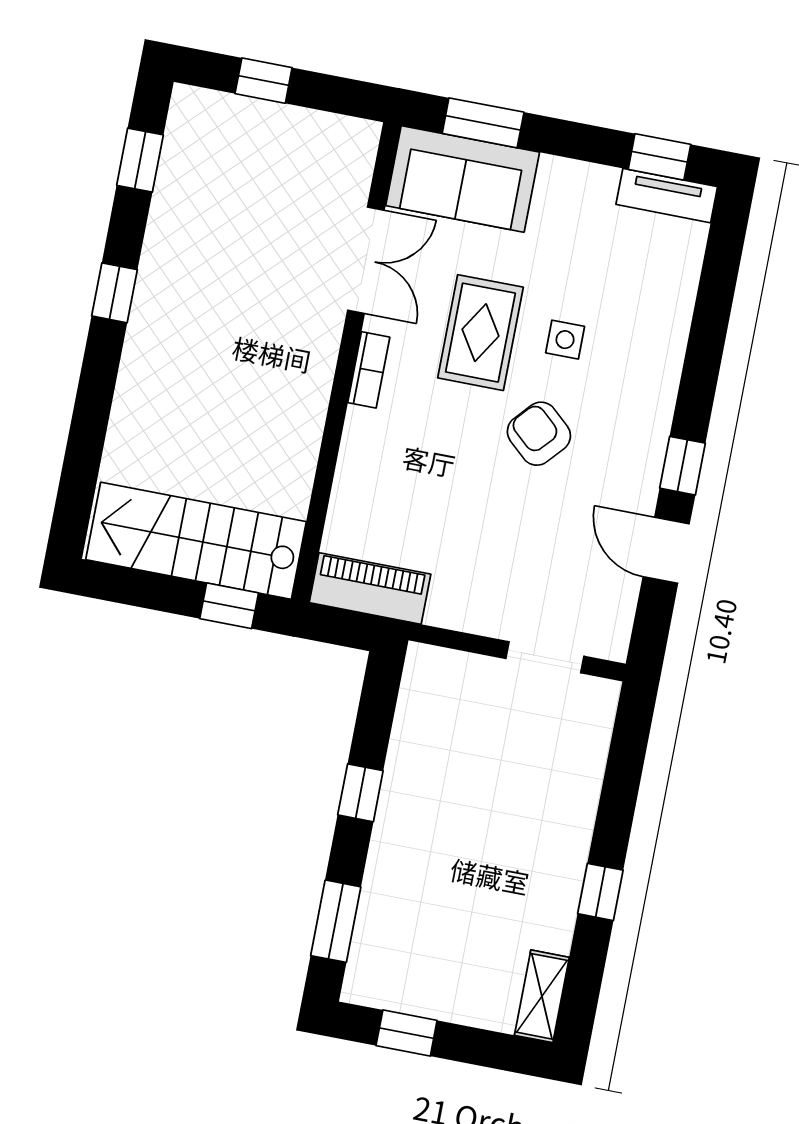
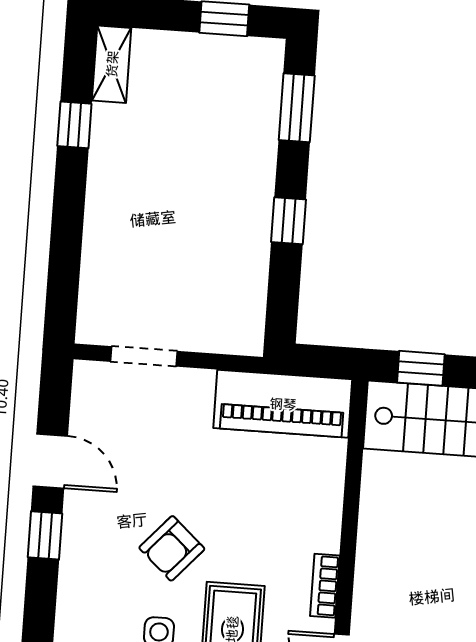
armchair: (539, 434) -> (172, 548), turned 90
piano: (370, 588) -> (283, 404), width x1.37, depth x1.33
window: (600, 892) -> (74, 125), moved

